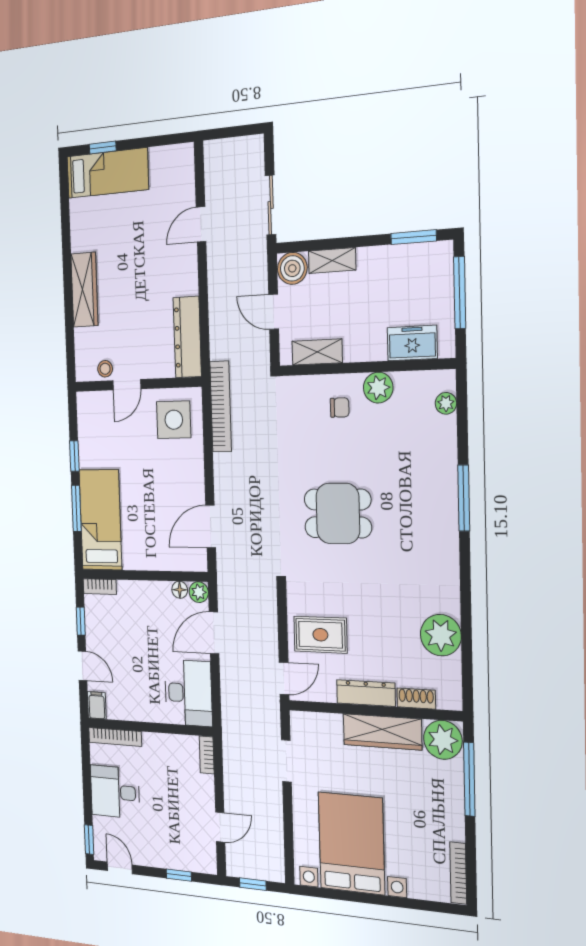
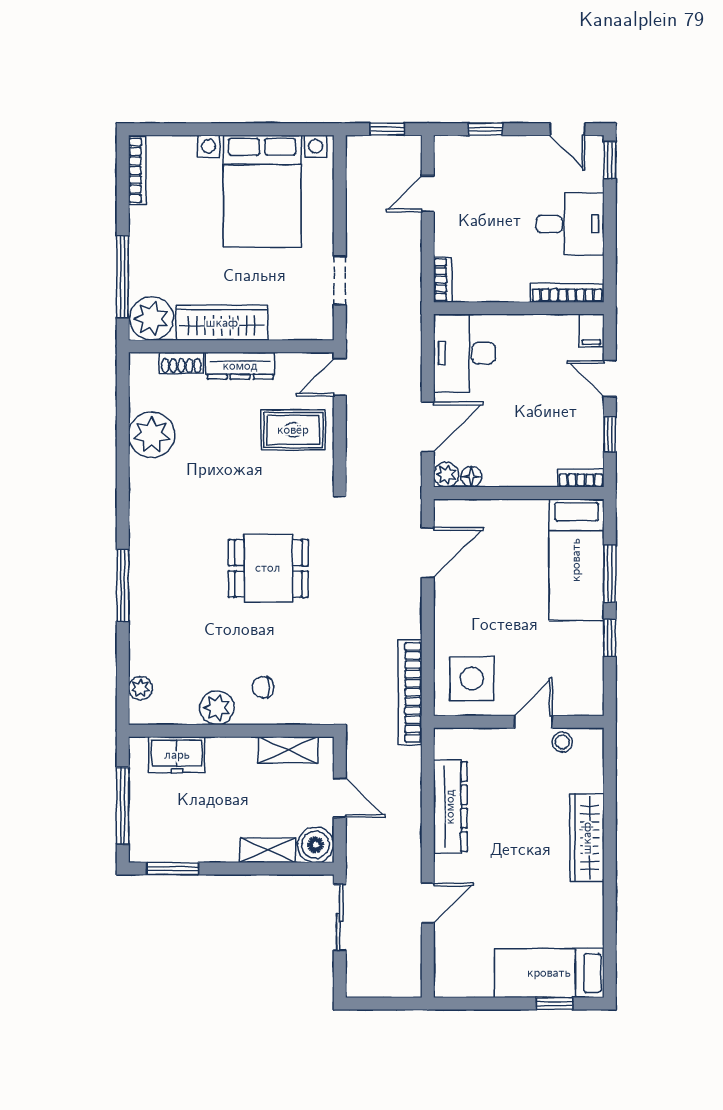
dresser: (187, 337) -> (450, 807), moved

